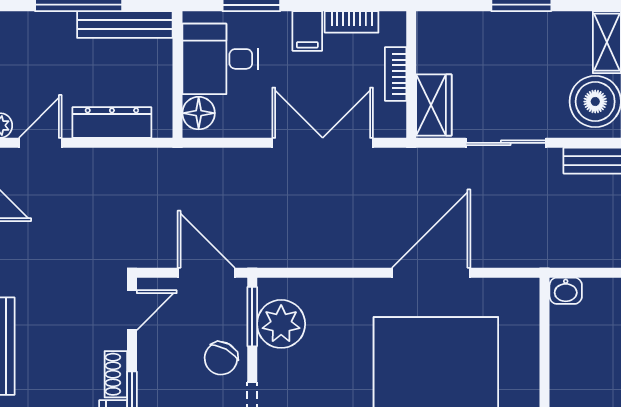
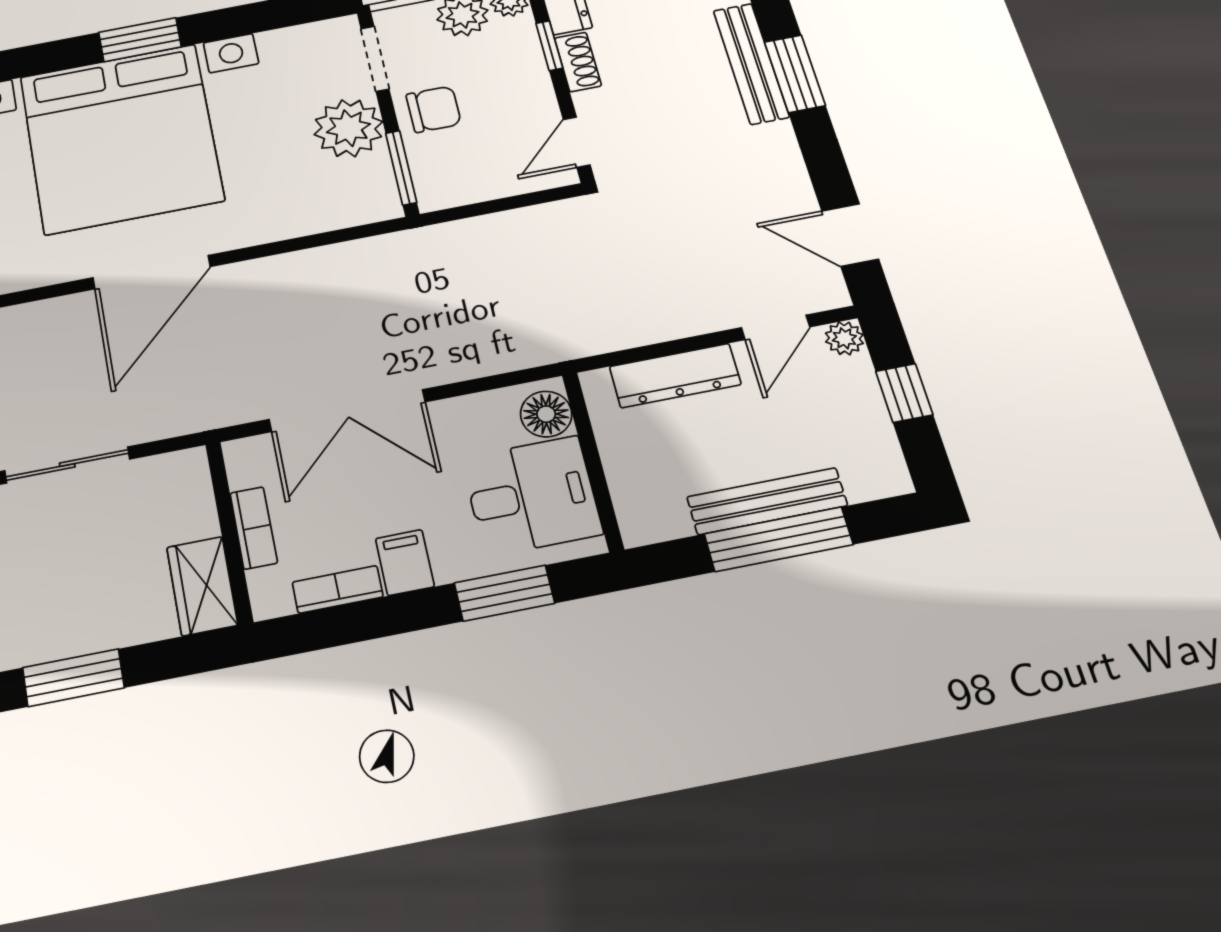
bench: (125, 25) -> (767, 501), moved
wardrobe: (434, 105) -> (202, 586), moved
door: (206, 273) -> (481, 209), removed
plant: (281, 324) -> (348, 128), moved
chair: (221, 358) -> (434, 109), turned 61

